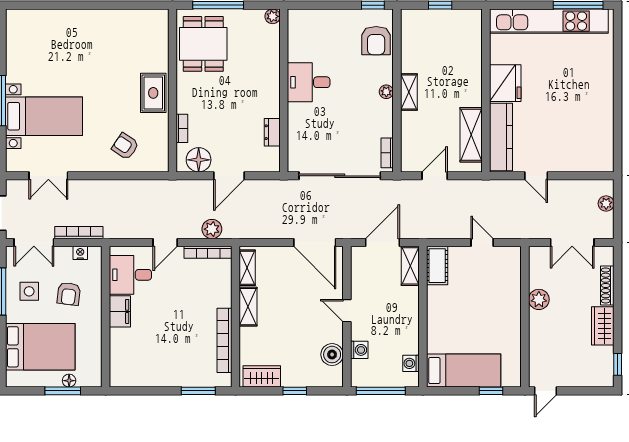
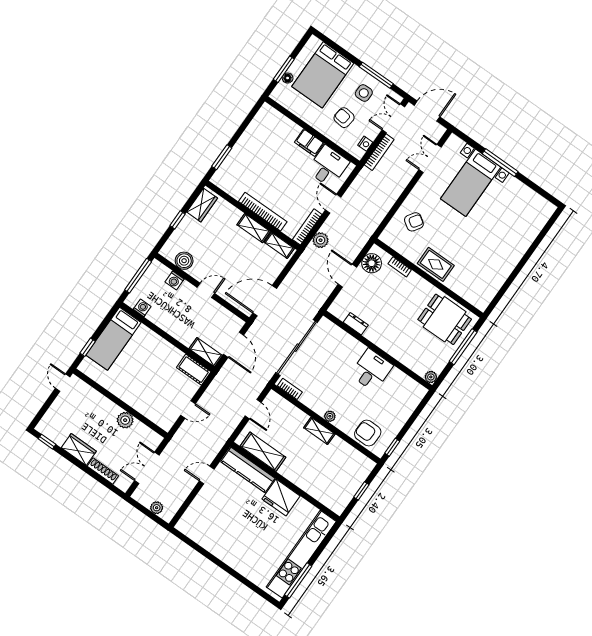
bookcase: (224, 340) -> (263, 212), moved

